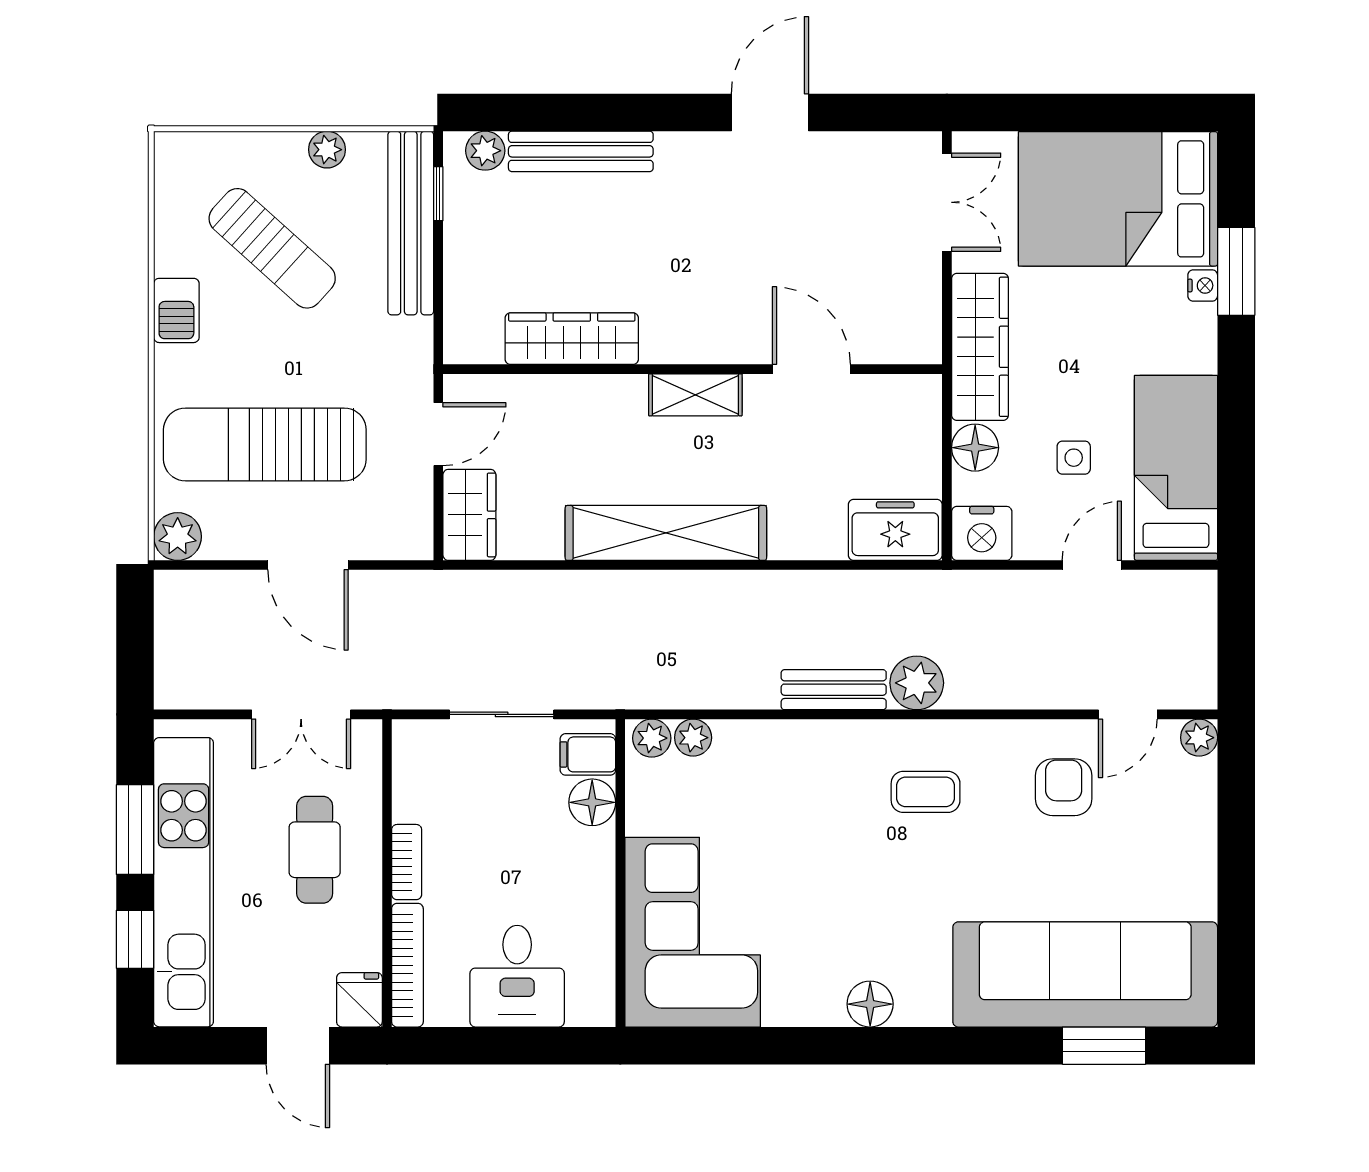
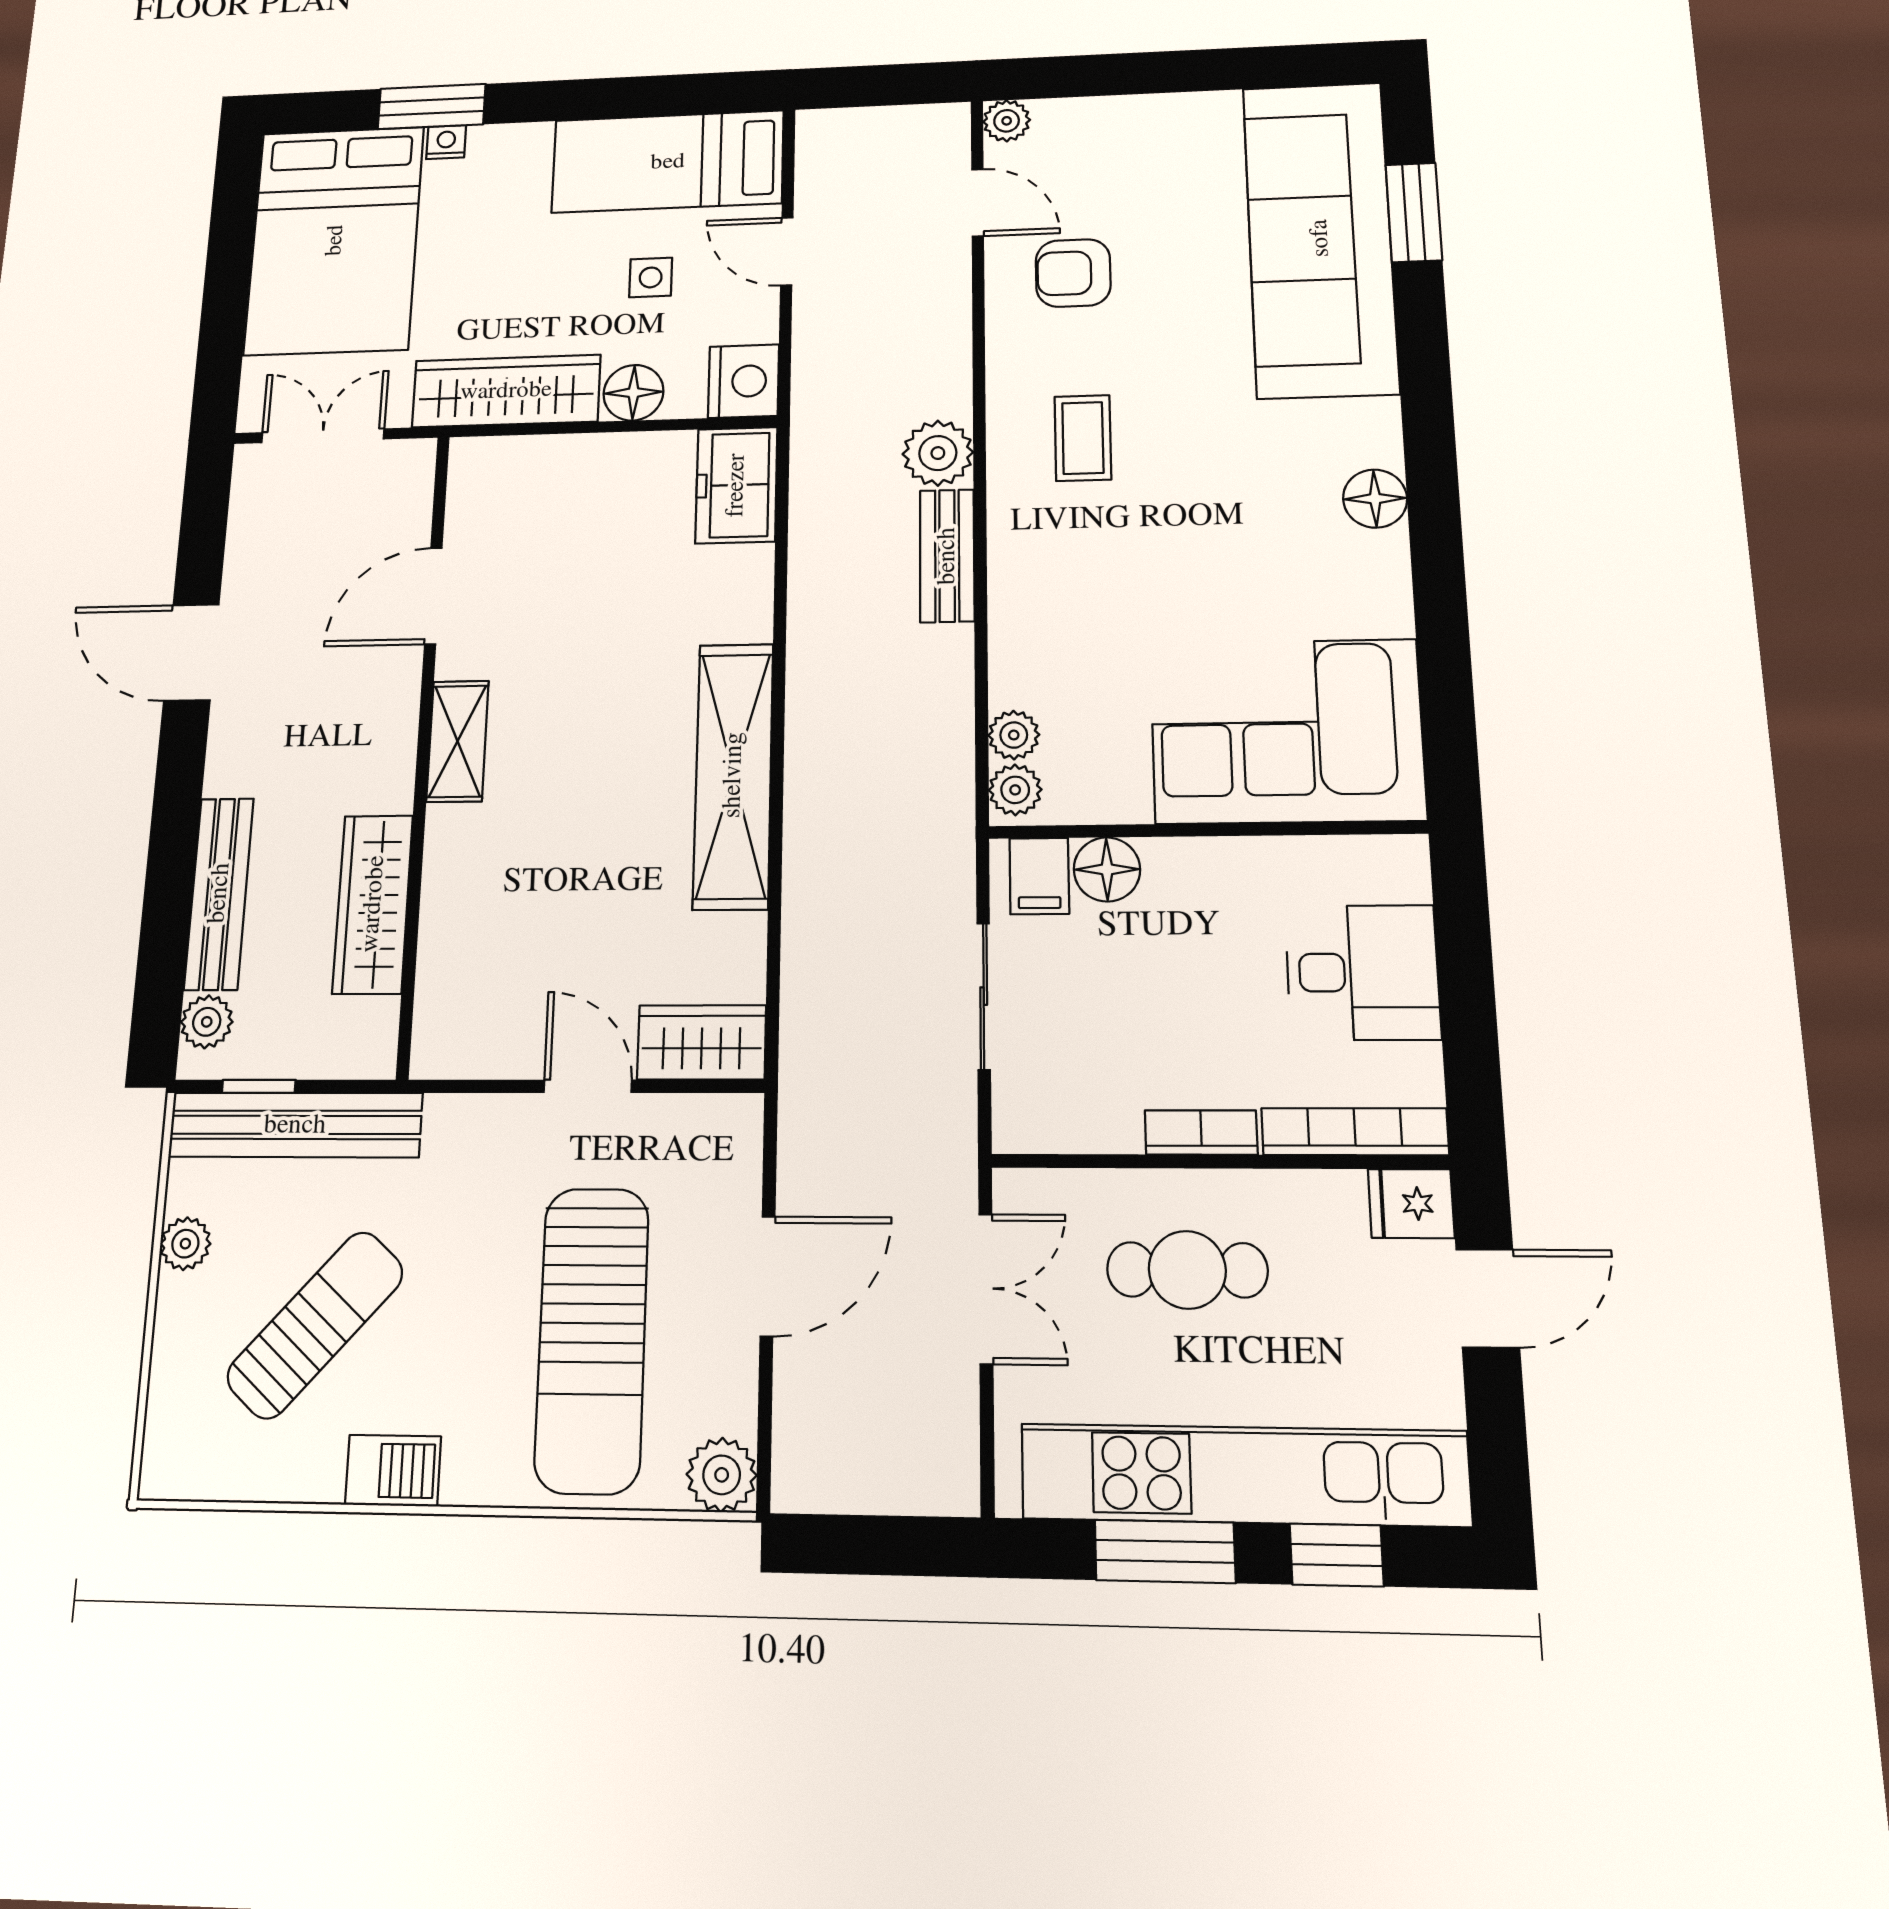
wardrobe: (572, 339) -> (373, 904), moved
wall: (693, 369) -> (424, 745), moved
door: (811, 369) -> (433, 596), moved
shelving: (695, 395) -> (458, 741), moved

